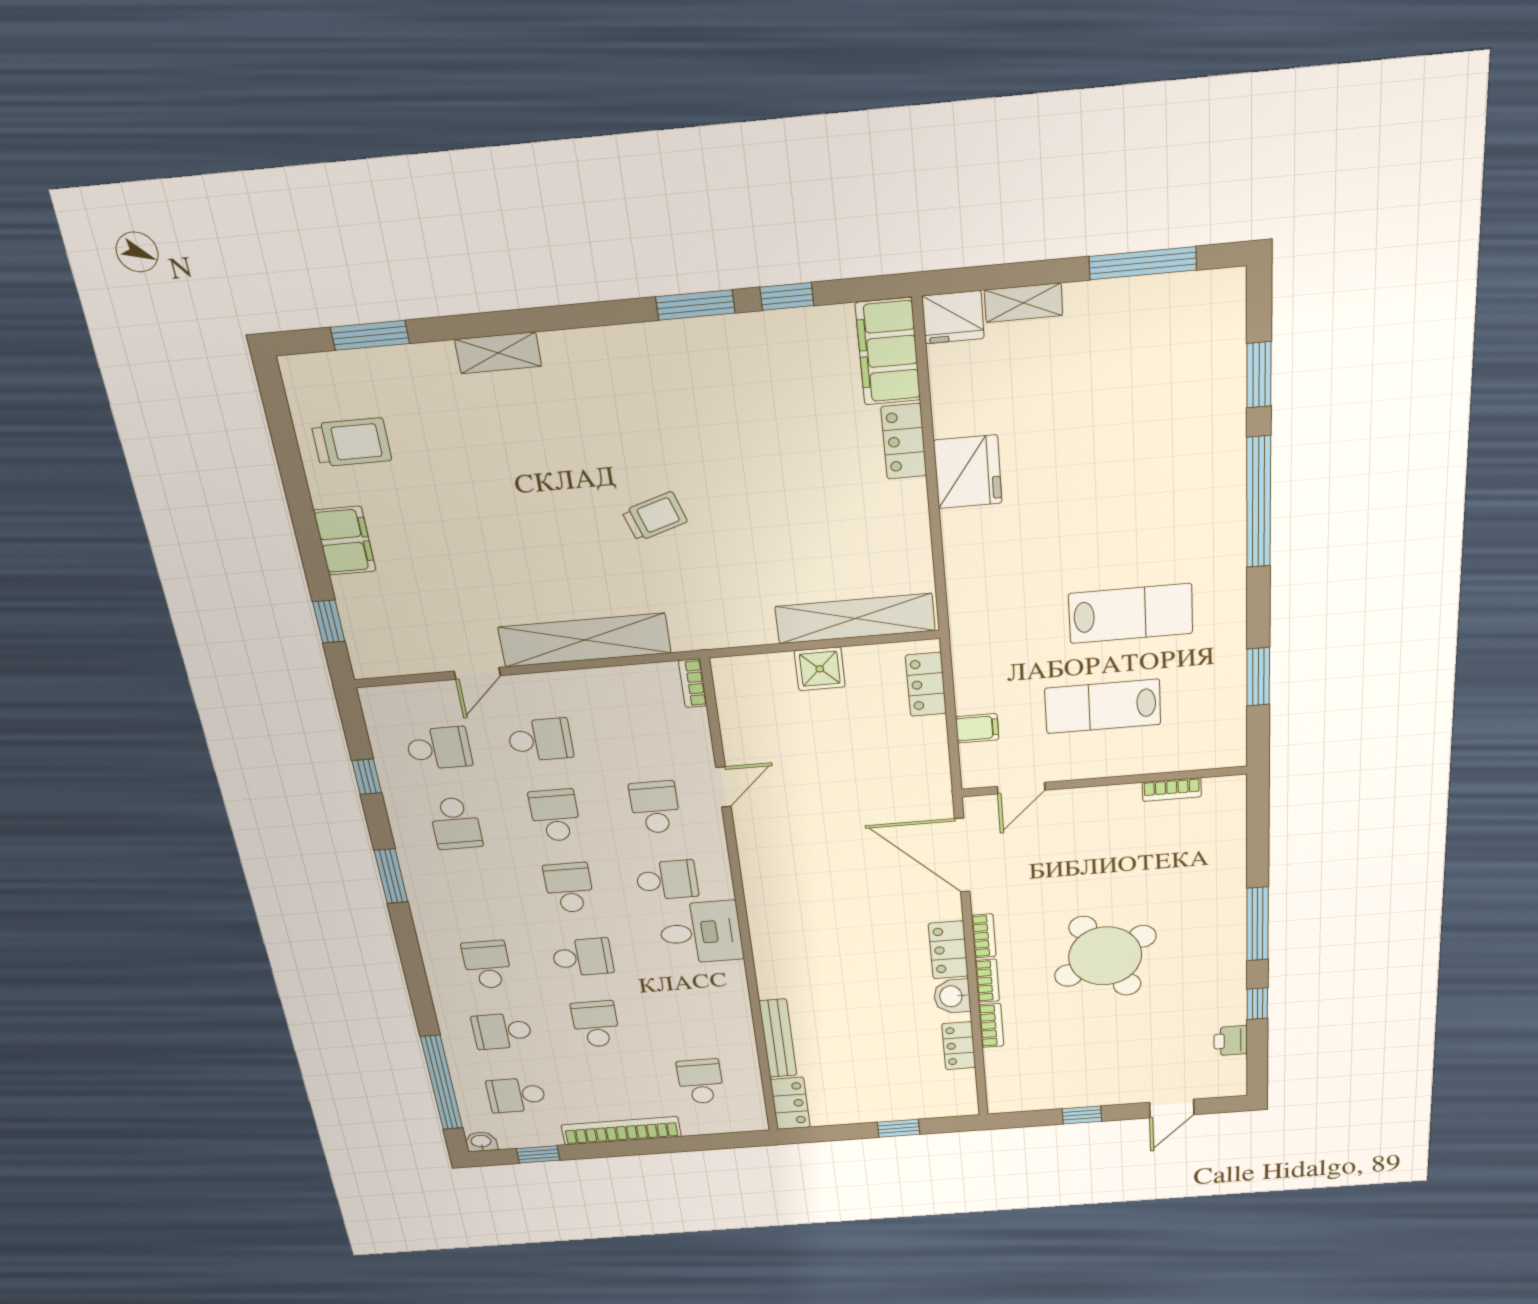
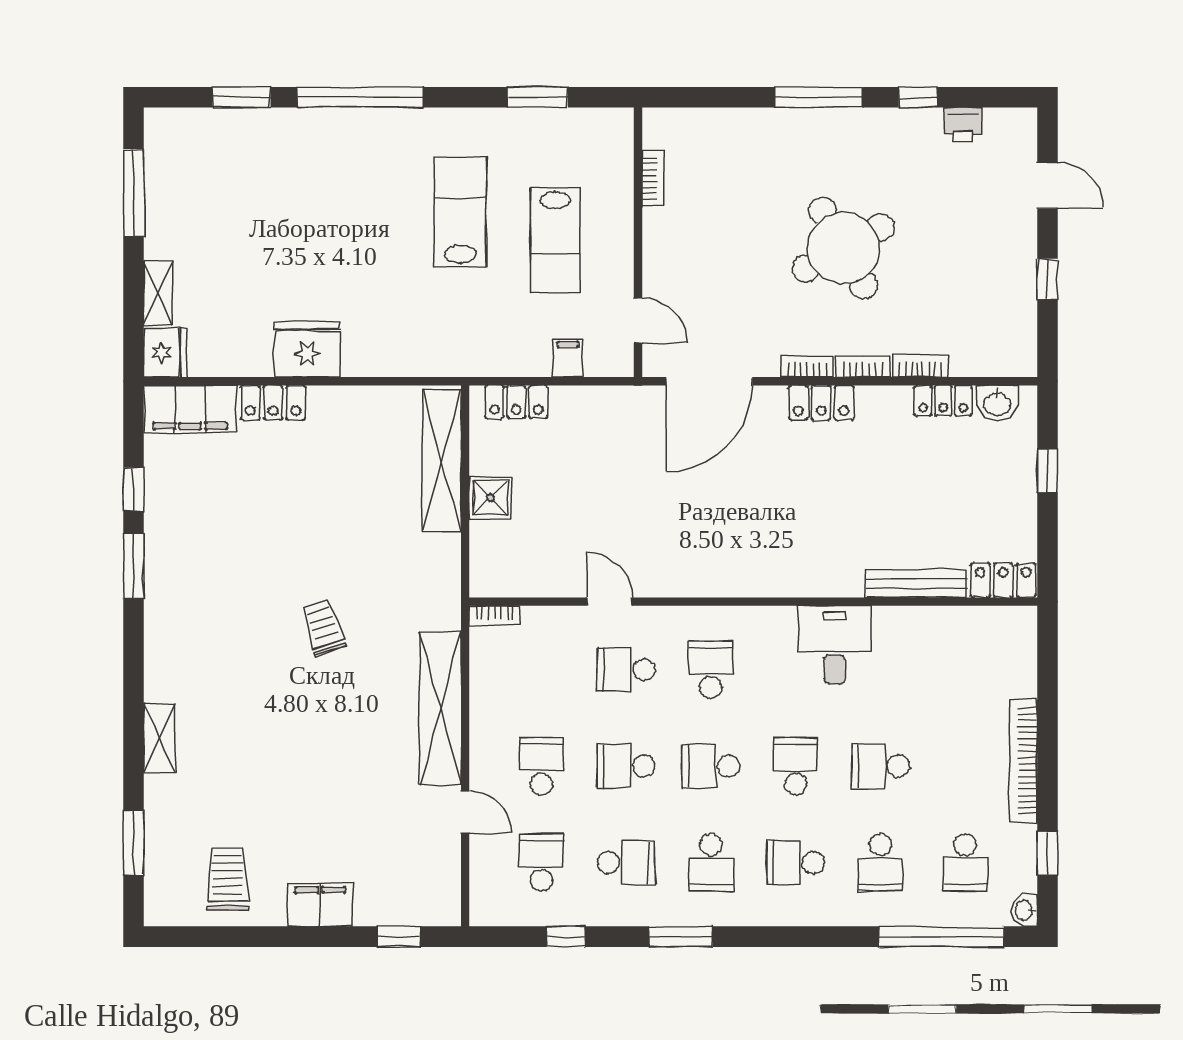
desk: (701, 932) -> (834, 645), moved
washbasin: (952, 996) -> (997, 403), moved
school desk: (700, 1082) -> (711, 863), moved, turned -90

